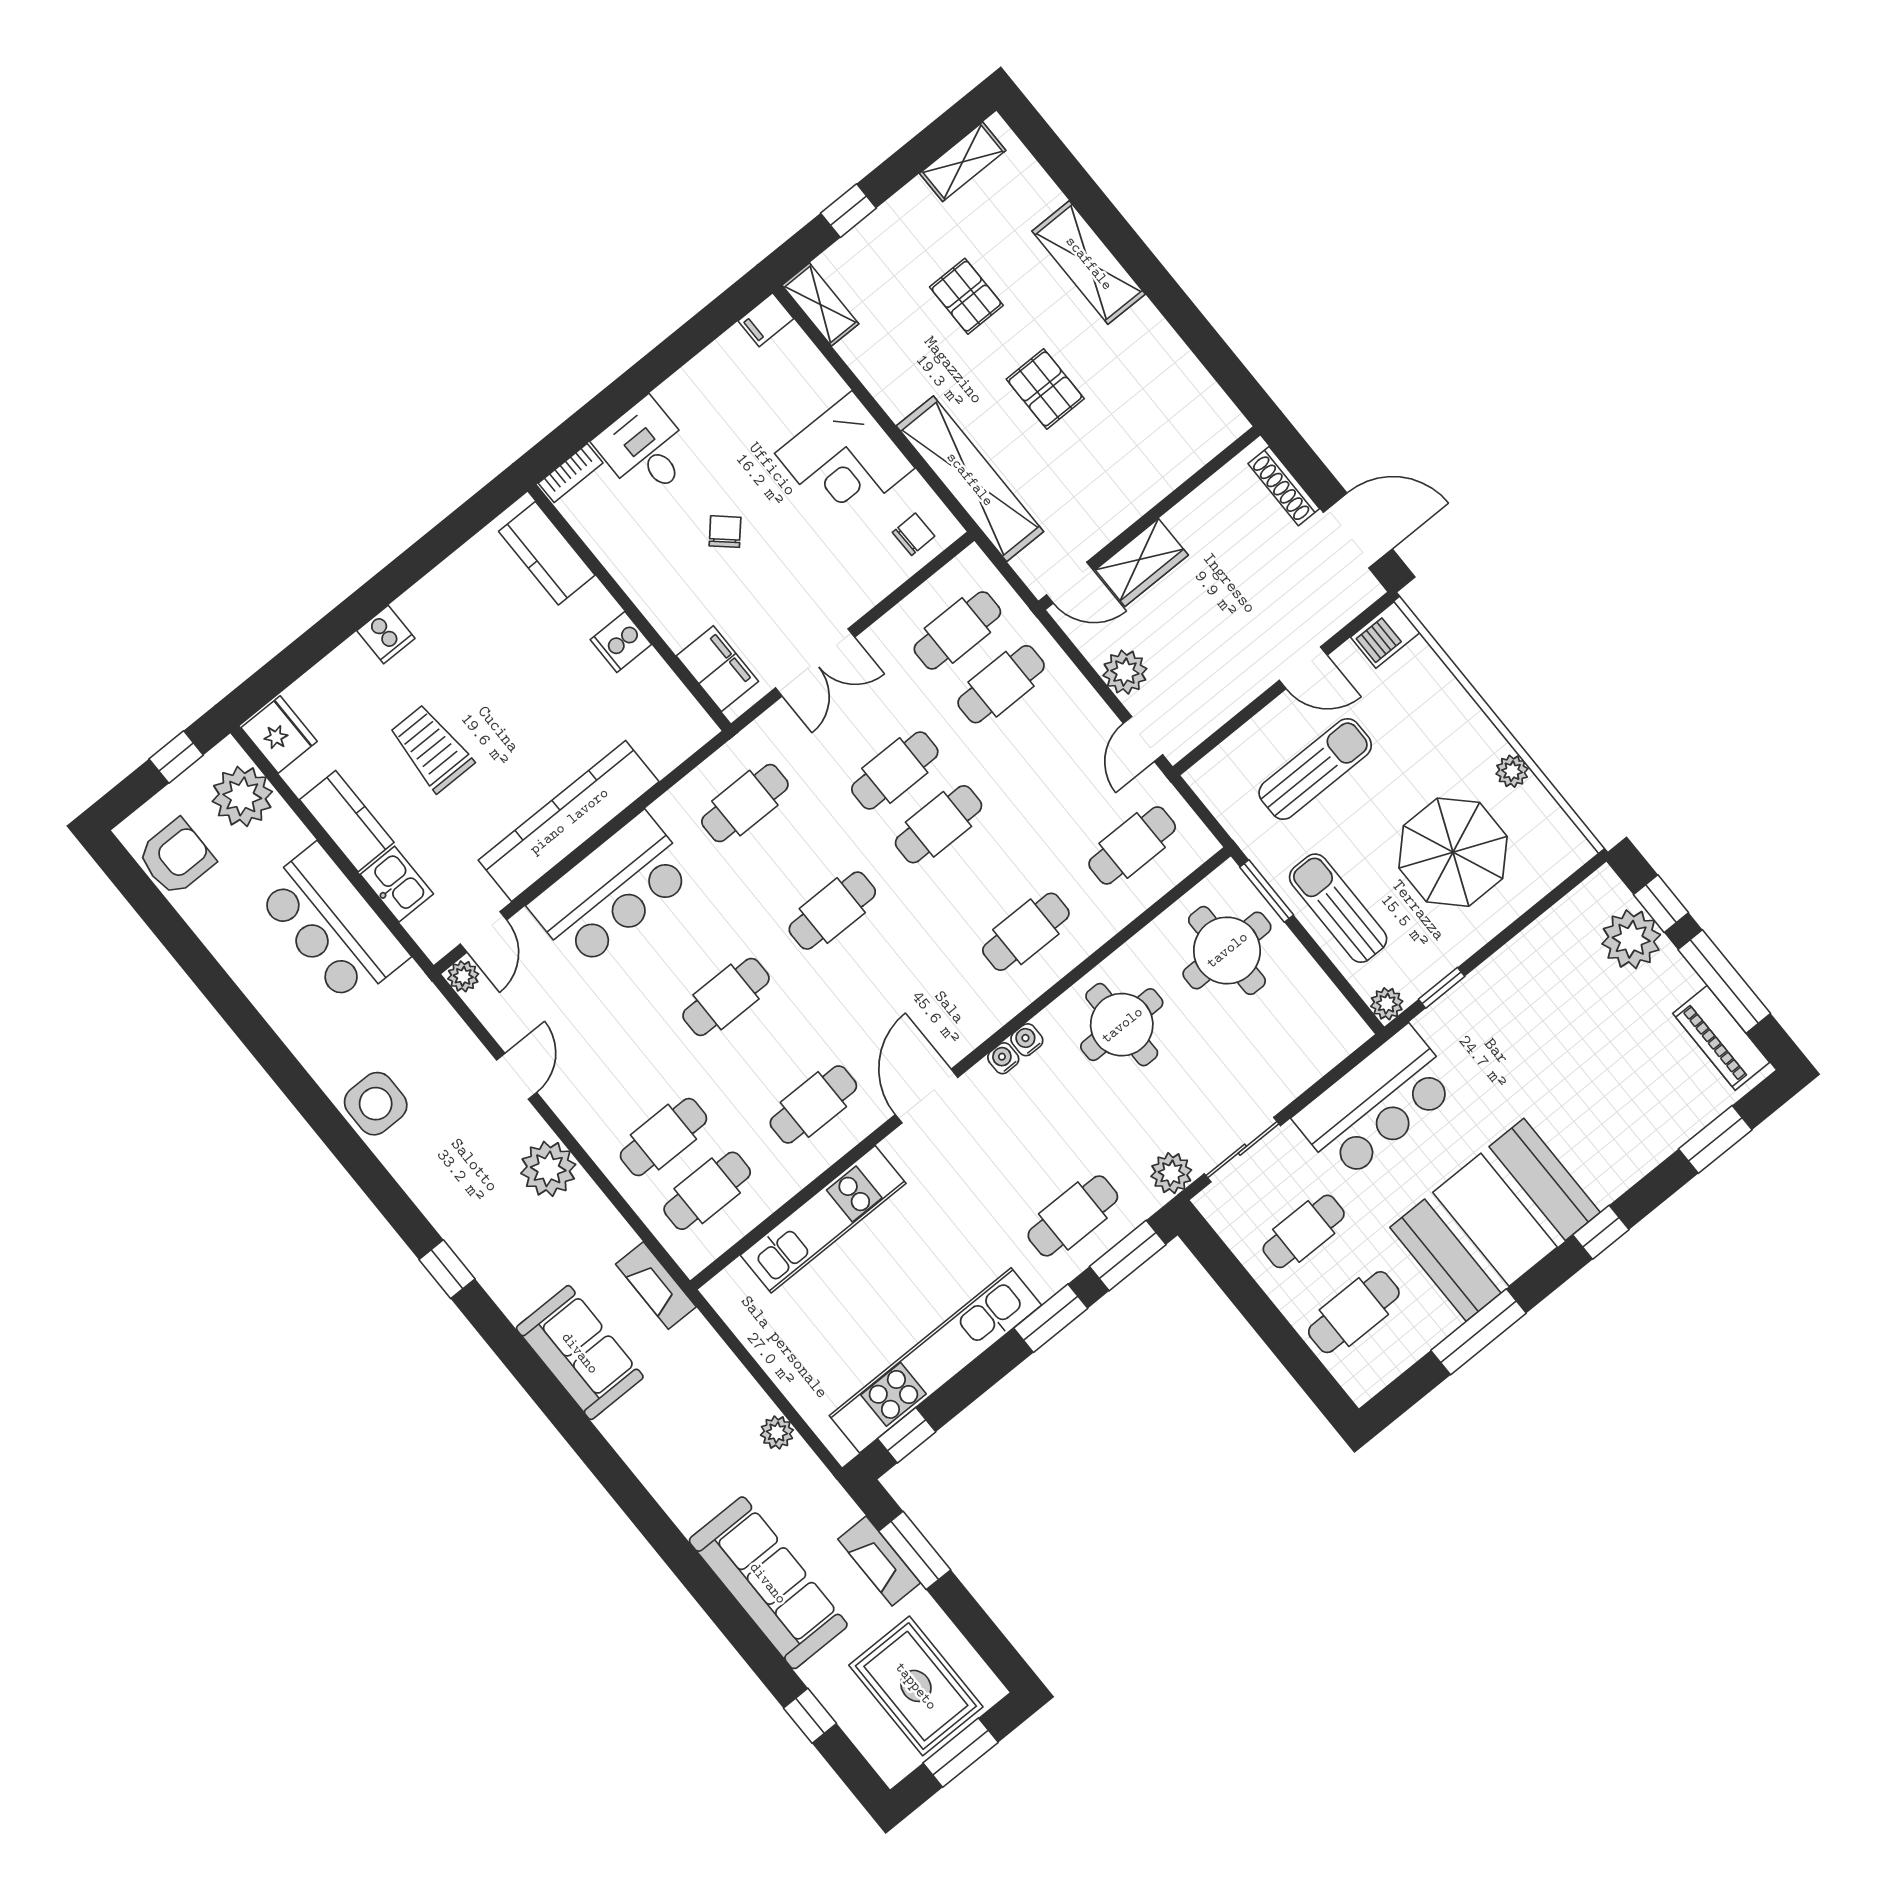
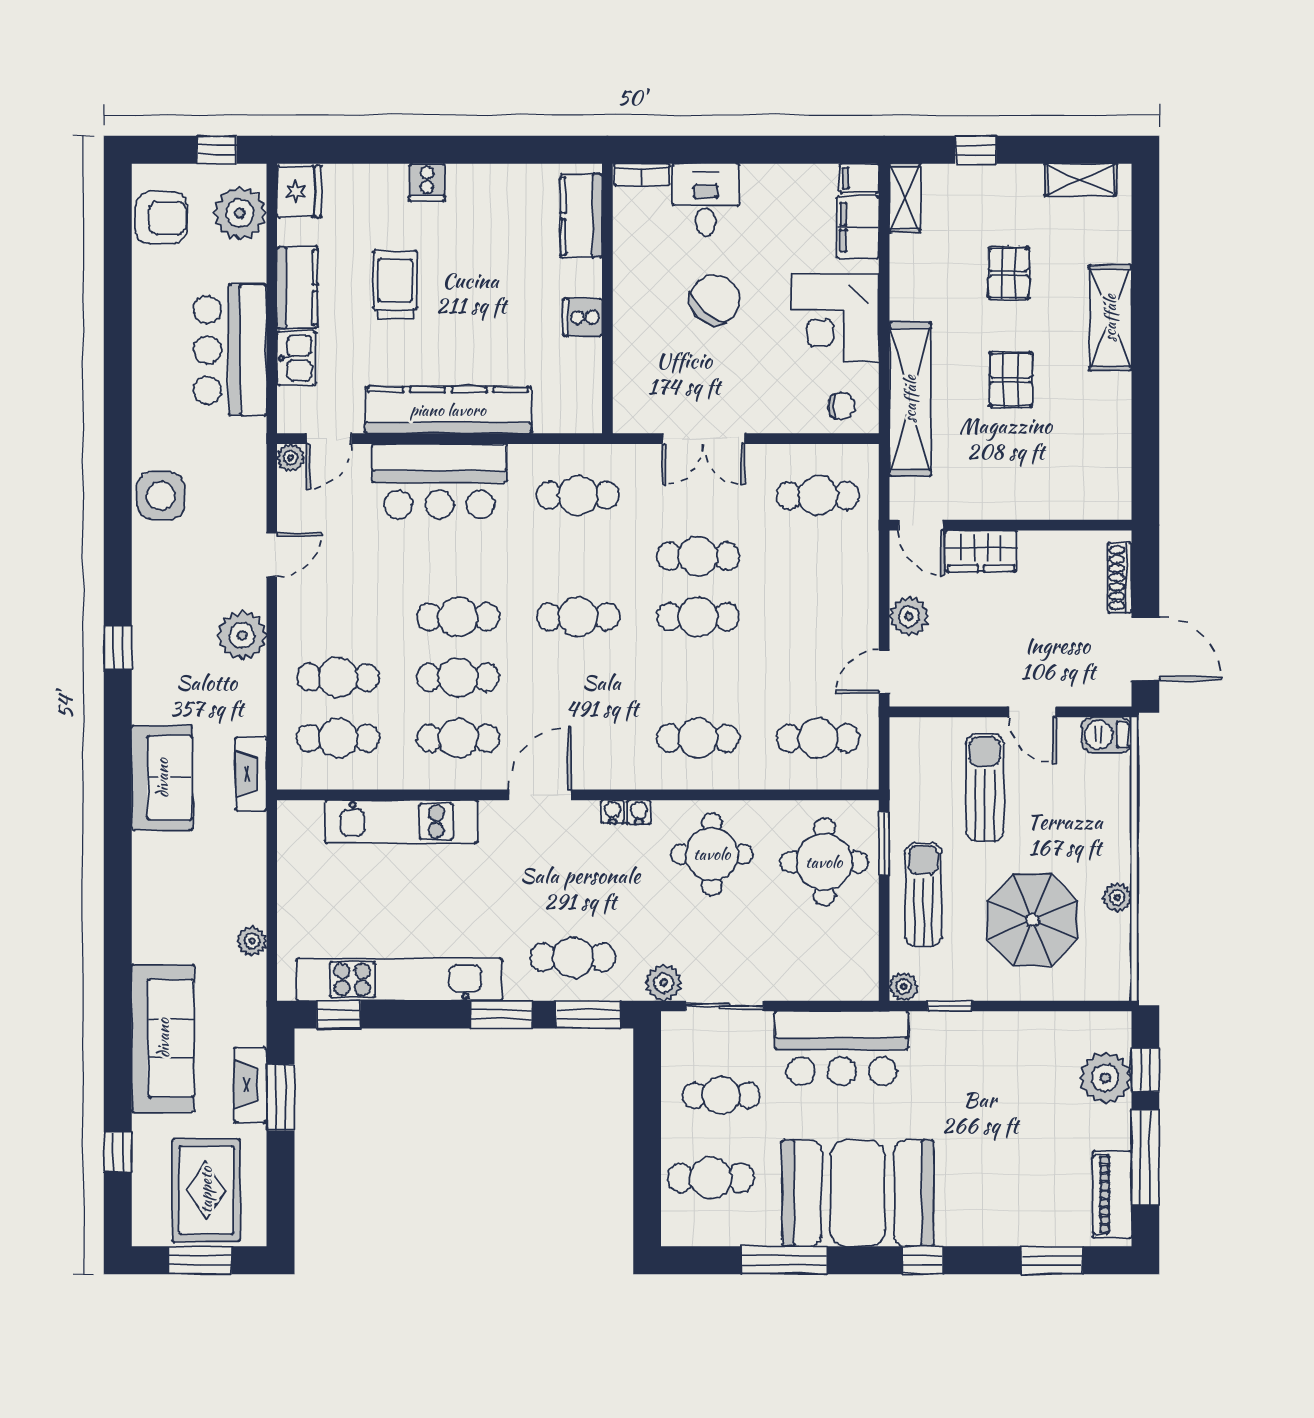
chair: (725, 532) -> (715, 300), width x1.87, depth x1.87
filing cabinet: (717, 669) -> (858, 227), moved, turned 180
cafe table: (1001, 684) -> (458, 677), moved
sun lounger: (1315, 769) -> (985, 787), turned -90

